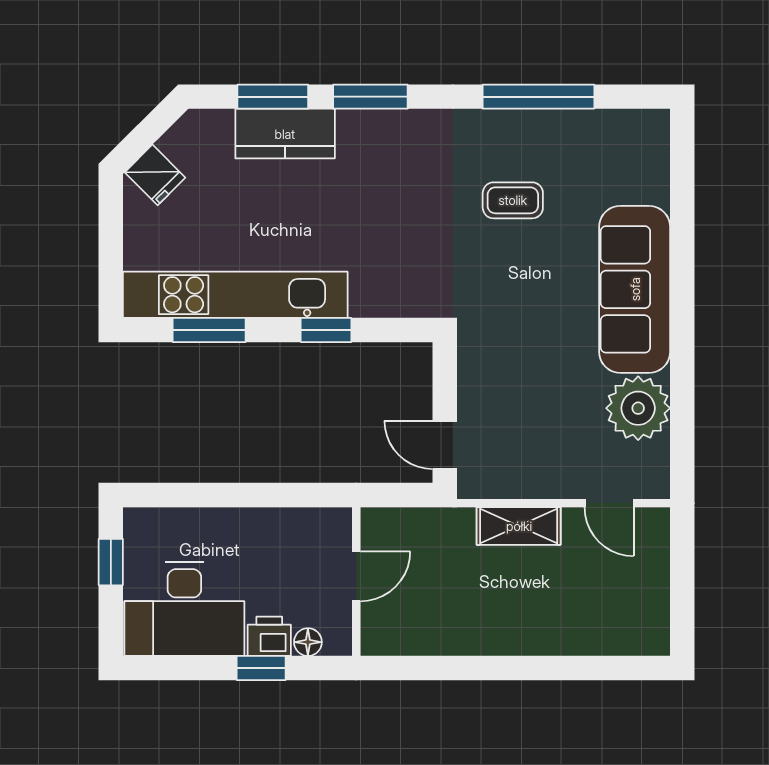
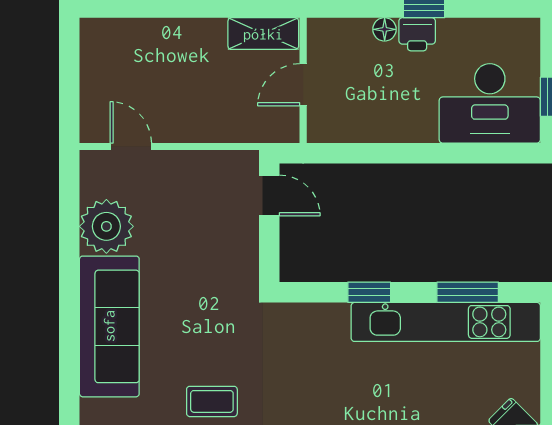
shelving: (519, 526) -> (263, 34), moved
door: (356, 576) -> (303, 85), moved
wall: (356, 582) -> (303, 80), moved
desk: (184, 609) -> (490, 103), moved, turned 180

